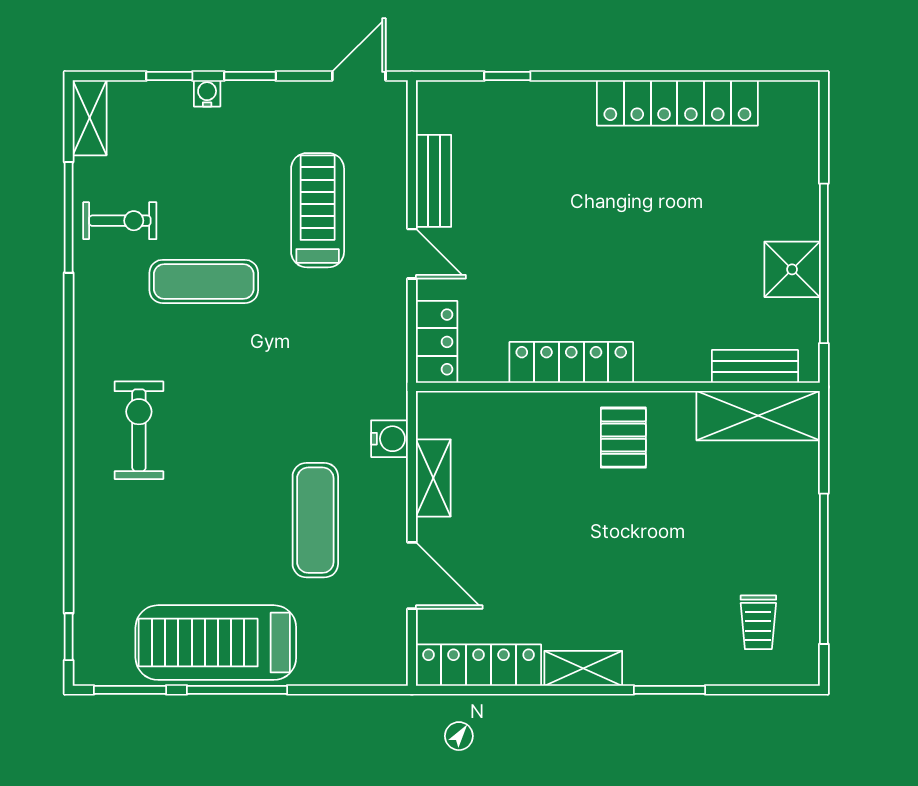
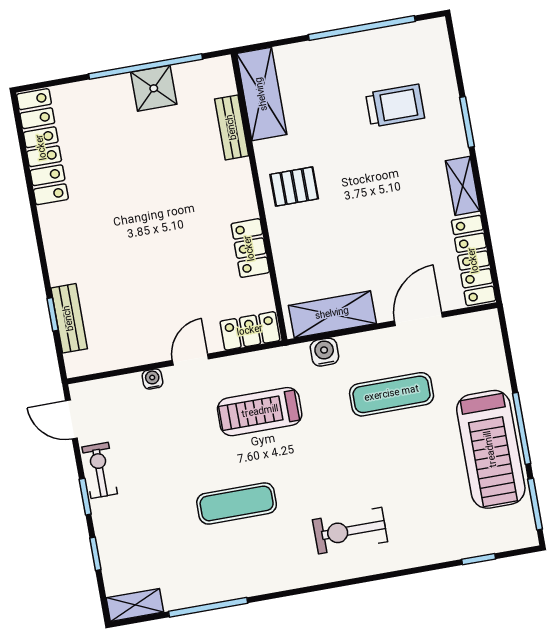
water cooler: (207, 93) -> (152, 379), moved, turned 90
locker: (677, 103) -> (42, 147), moved
bench: (434, 181) -> (69, 318), moved, turned 90
treadmill: (318, 210) -> (260, 412), moved
exercise bike: (120, 221) -> (100, 470), moved
exercise mat: (204, 281) -> (237, 503), turned 90
locker: (571, 362) -> (250, 248), width x0.66
bench: (755, 366) -> (232, 127), moved
shelving: (433, 478) -> (332, 314), width x1.50, depth x1.33
trolley: (758, 622) -> (395, 106), moved, width x1.36, depth x1.39
window: (69, 637) -> (479, 559), moved

